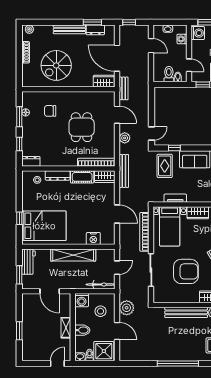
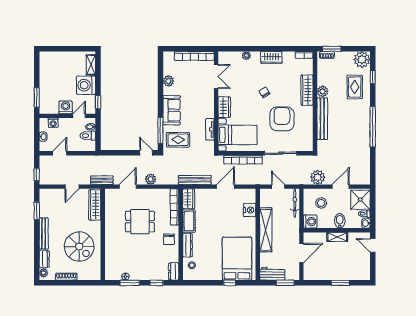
dresser: (95, 30) -> (44, 259), moved
washing machine: (198, 33) -> (66, 107), moved
door: (117, 58) -> (72, 187), width x0.53
wardrobe: (104, 81) -> (95, 205), width x1.50
chair: (50, 111) -> (169, 239), moved
window: (174, 148) -> (160, 130), width x2.17
bench: (124, 171) -> (195, 180), moved

